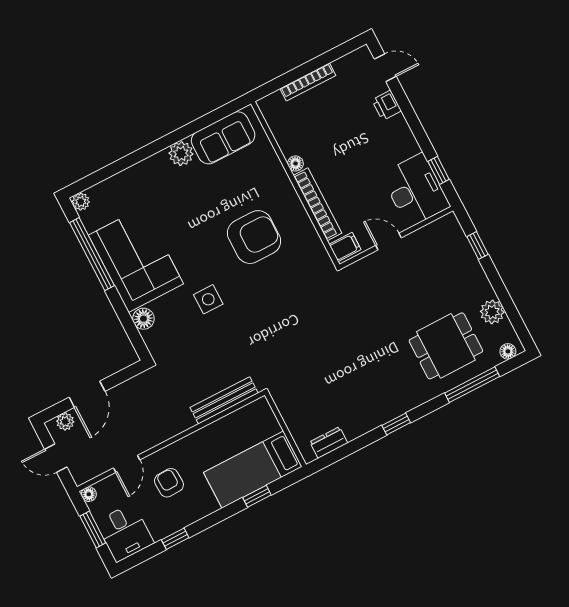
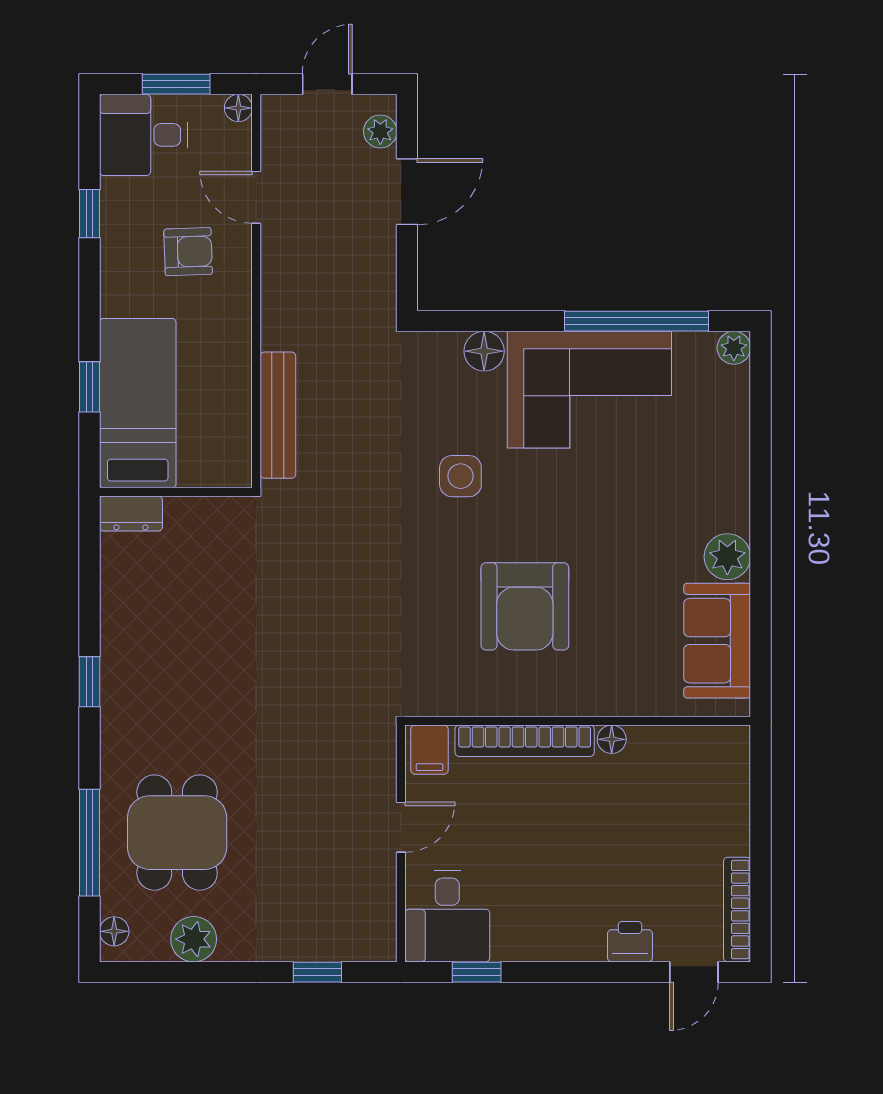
bookcase: (308, 82) -> (737, 910), moved
desk: (415, 190) -> (447, 916), width x0.73
door: (87, 394) -> (407, 192), swing flipped
dresser: (329, 442) -> (131, 514), moved, turned 90

